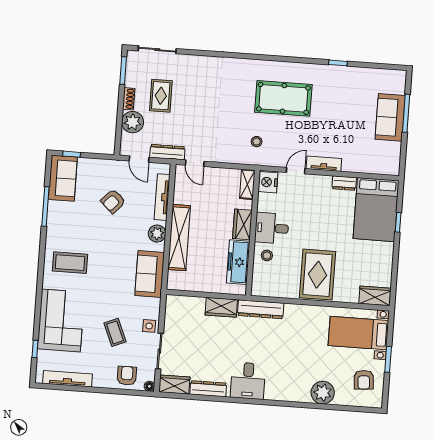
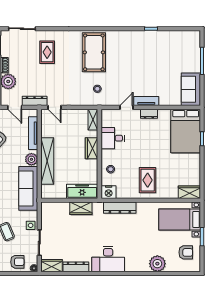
rug: (161, 96) -> (47, 52), moved
pool table: (283, 98) -> (94, 52), moved, turned 90
sofa: (390, 117) -> (191, 89), moved
nightstand: (268, 182) -> (109, 192), moved, turned -90
dresser: (344, 183) -> (149, 114), moved
desk: (272, 228) -> (113, 138), moved
freezer: (238, 262) -> (82, 191), moved, turned 90
sofa: (150, 274) -> (28, 188), width x1.36
rug: (317, 275) -> (148, 180), width x0.73, depth x0.70
dresser: (261, 309) -> (120, 208), moved
armchair: (127, 376) -> (17, 262), turned 90
armchair: (364, 380) -> (186, 252), turned -85
desk: (248, 381) -> (108, 259), width x1.37

